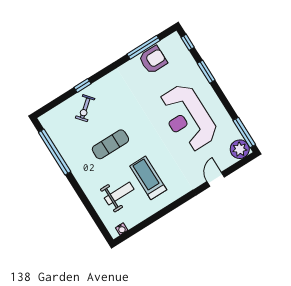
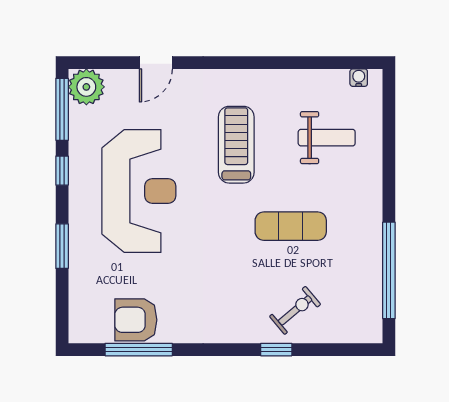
window: (188, 42) -> (62, 171), moved
treadmill: (148, 178) -> (236, 145), moved, turned 180
weight bench: (119, 194) -> (327, 138), turned 180

